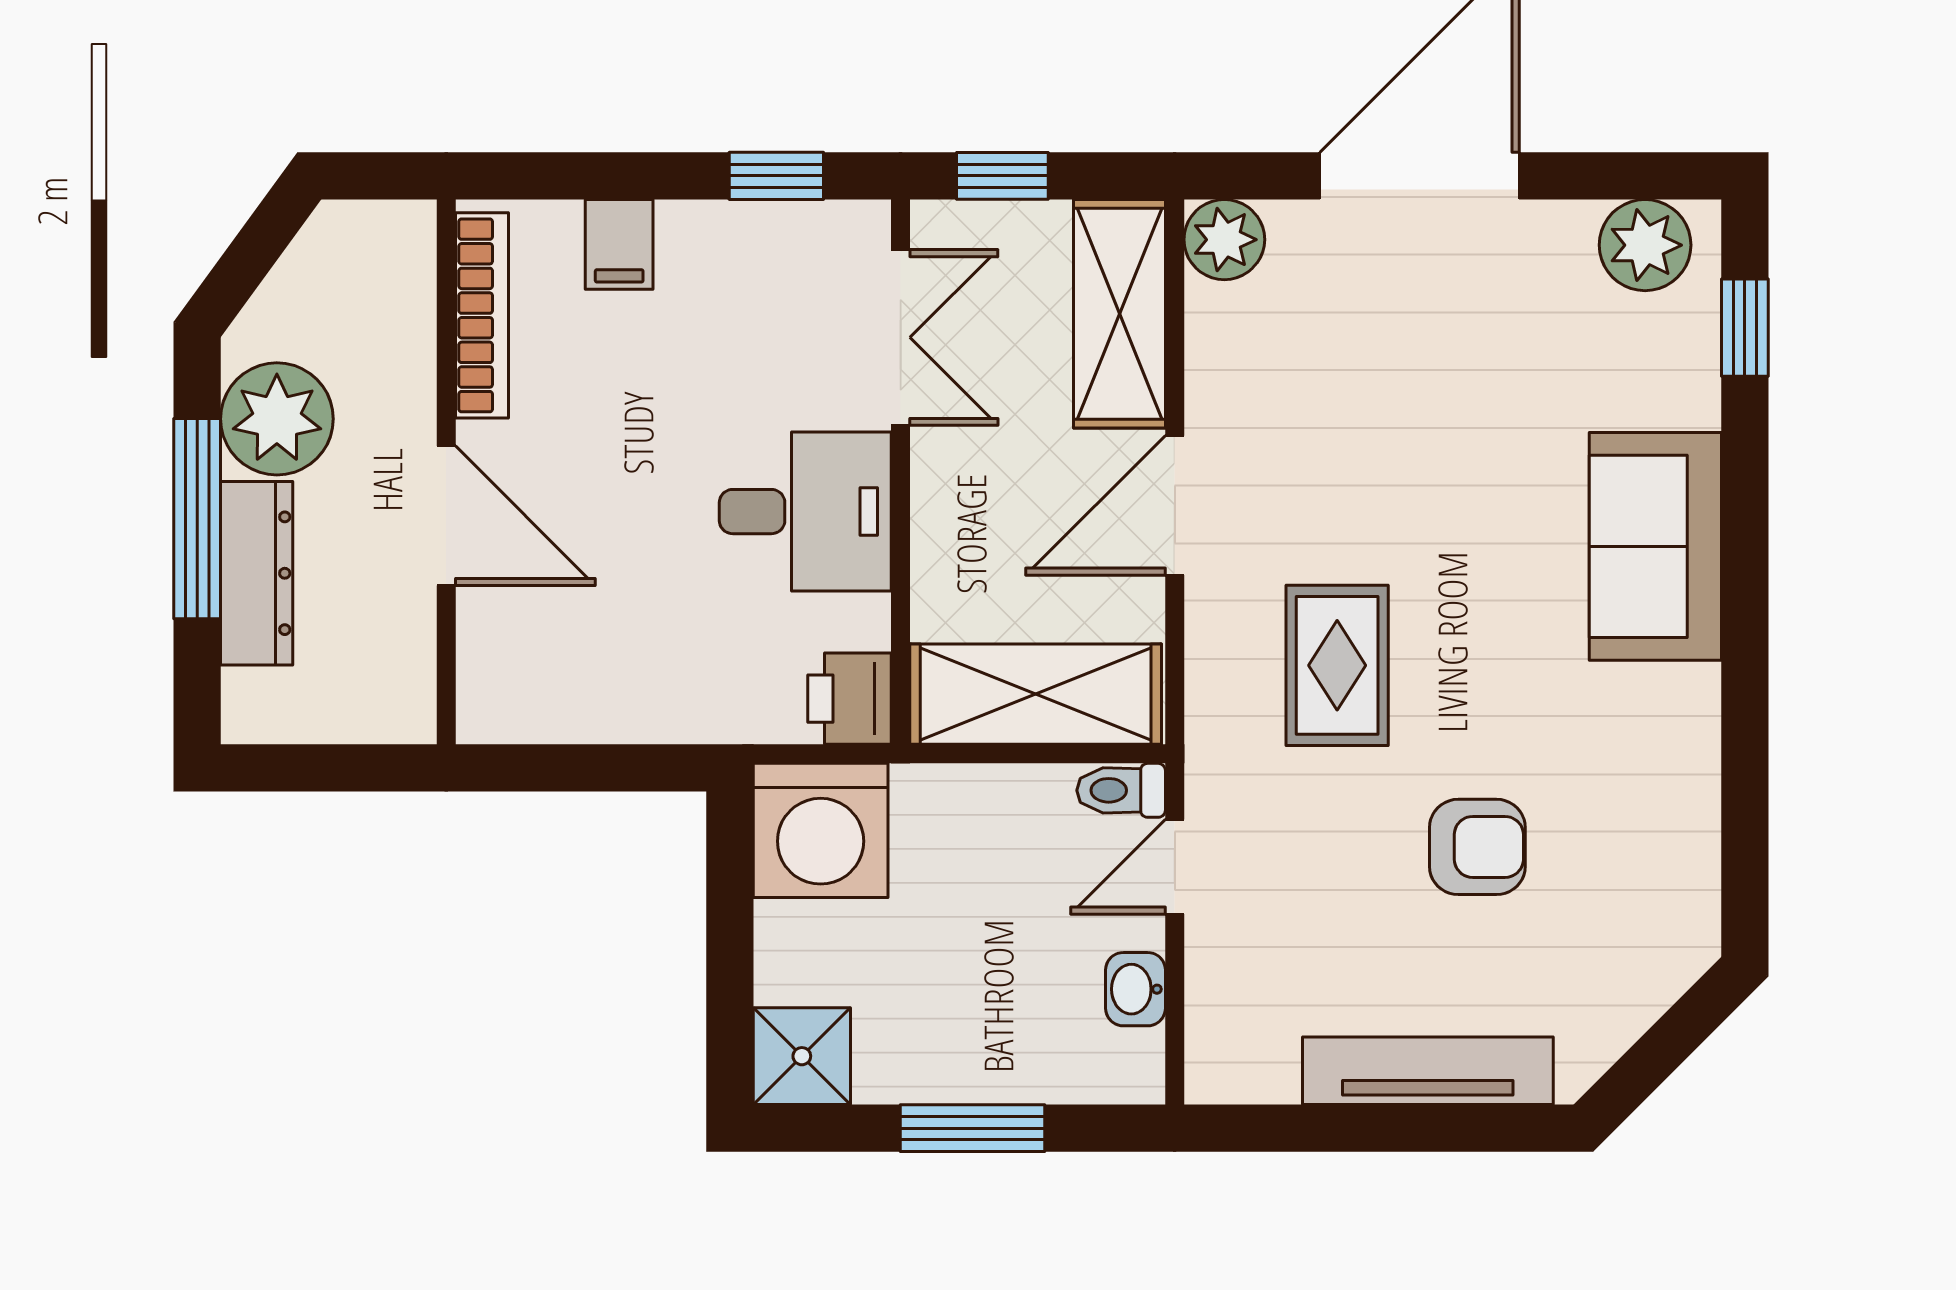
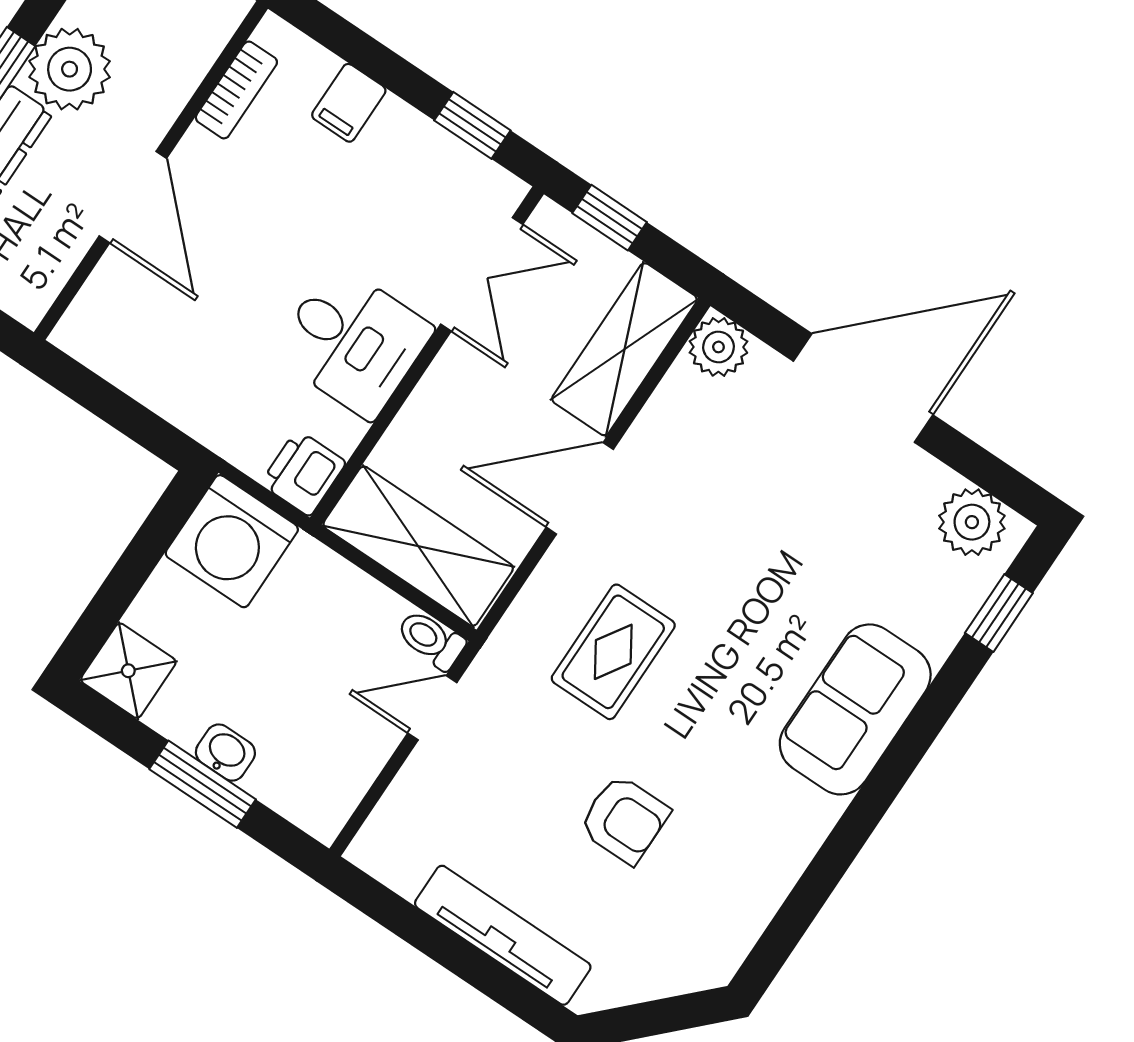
bookcase: (482, 315) -> (236, 90), width x0.64
washbasin: (1135, 989) -> (225, 753), moved, turned 90

